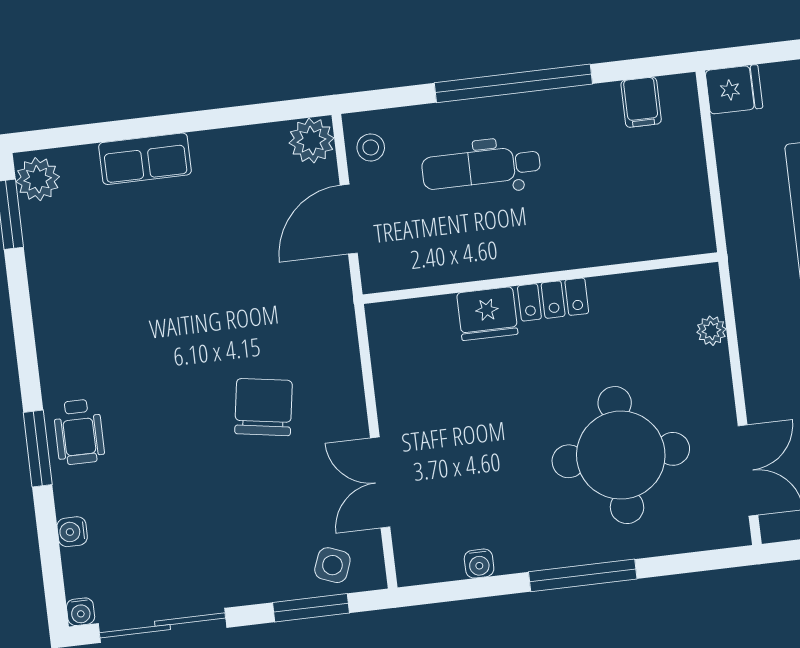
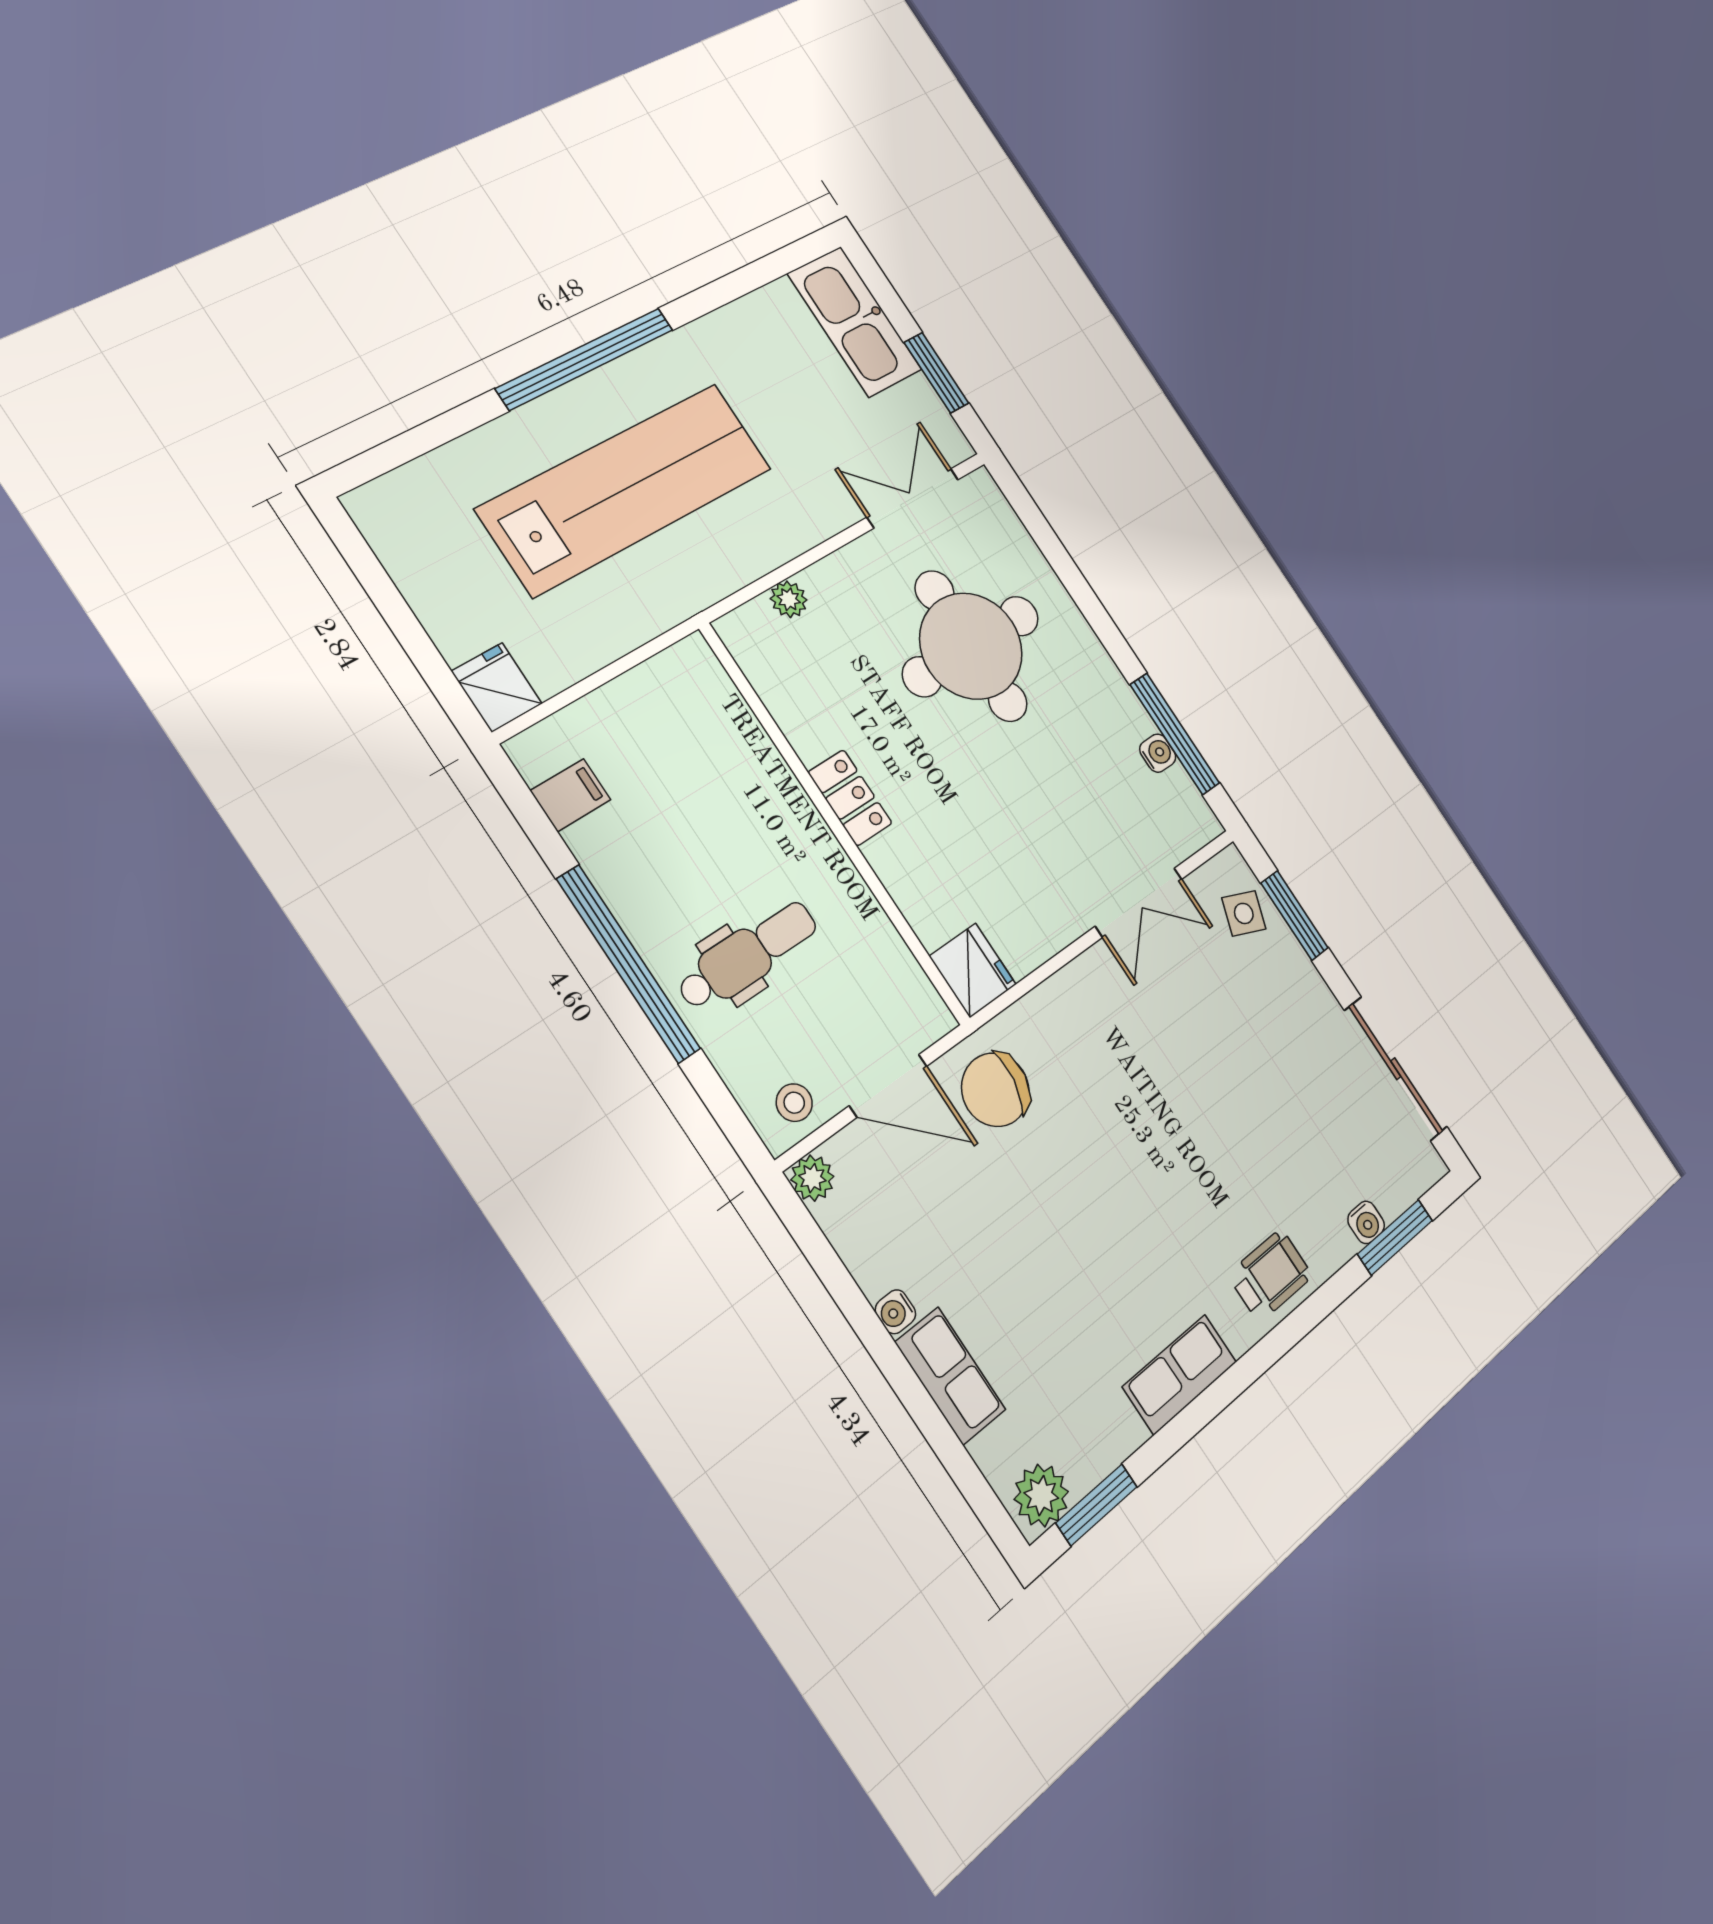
plant: (311, 141) -> (812, 1178), width x0.73, depth x0.73
dental chair: (481, 167) -> (748, 955), turned -90
fridge: (487, 314) -> (973, 970), moved
row of seats: (54, 323) -> (1180, 1374), added
chair: (264, 407) -> (995, 1090), moved
window: (38, 448) -> (1395, 1237), moved
window: (583, 575) -> (1175, 734), moved
water cooler: (81, 612) -> (895, 1312), moved, turned 180

